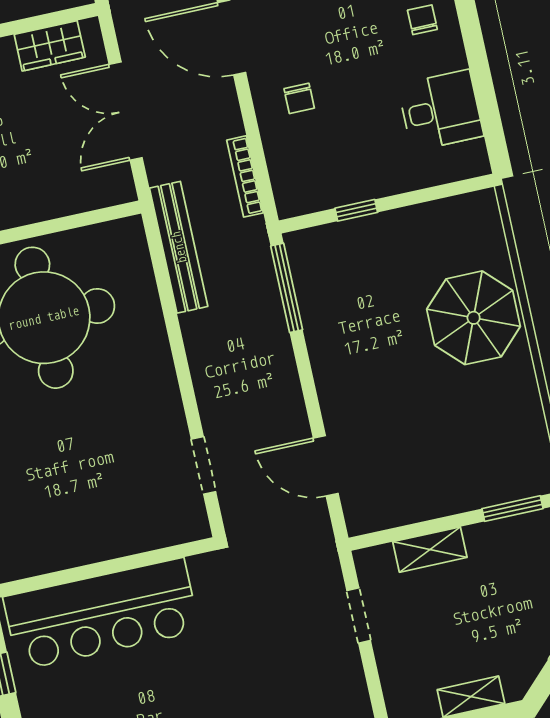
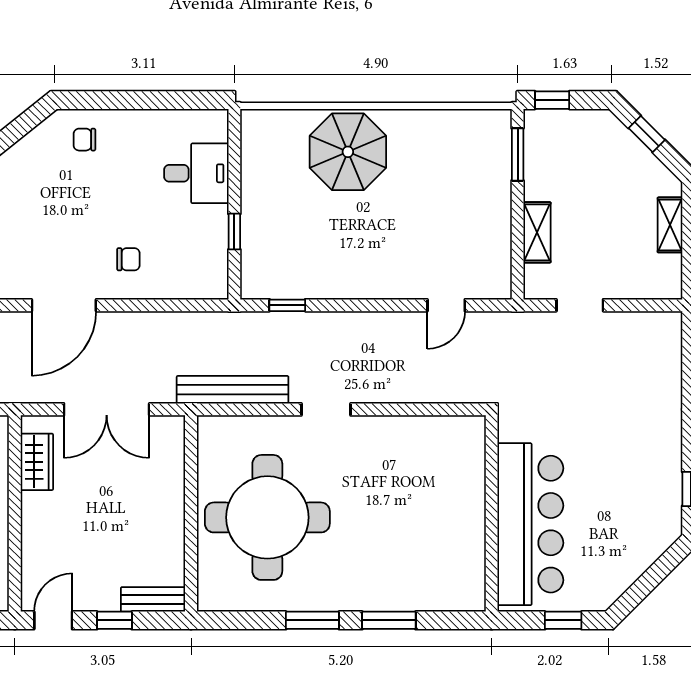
desk: (441, 110) -> (196, 173), moved, turned 90
bookcase: (245, 176) -> (185, 320), removed
window: (287, 288) -> (287, 305), width x0.46
doorway: (204, 465) -> (326, 409), moved
door: (326, 466) -> (446, 305), width x0.73

